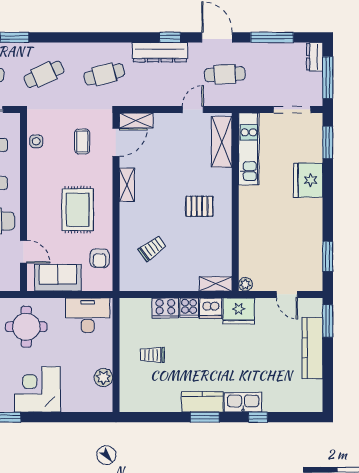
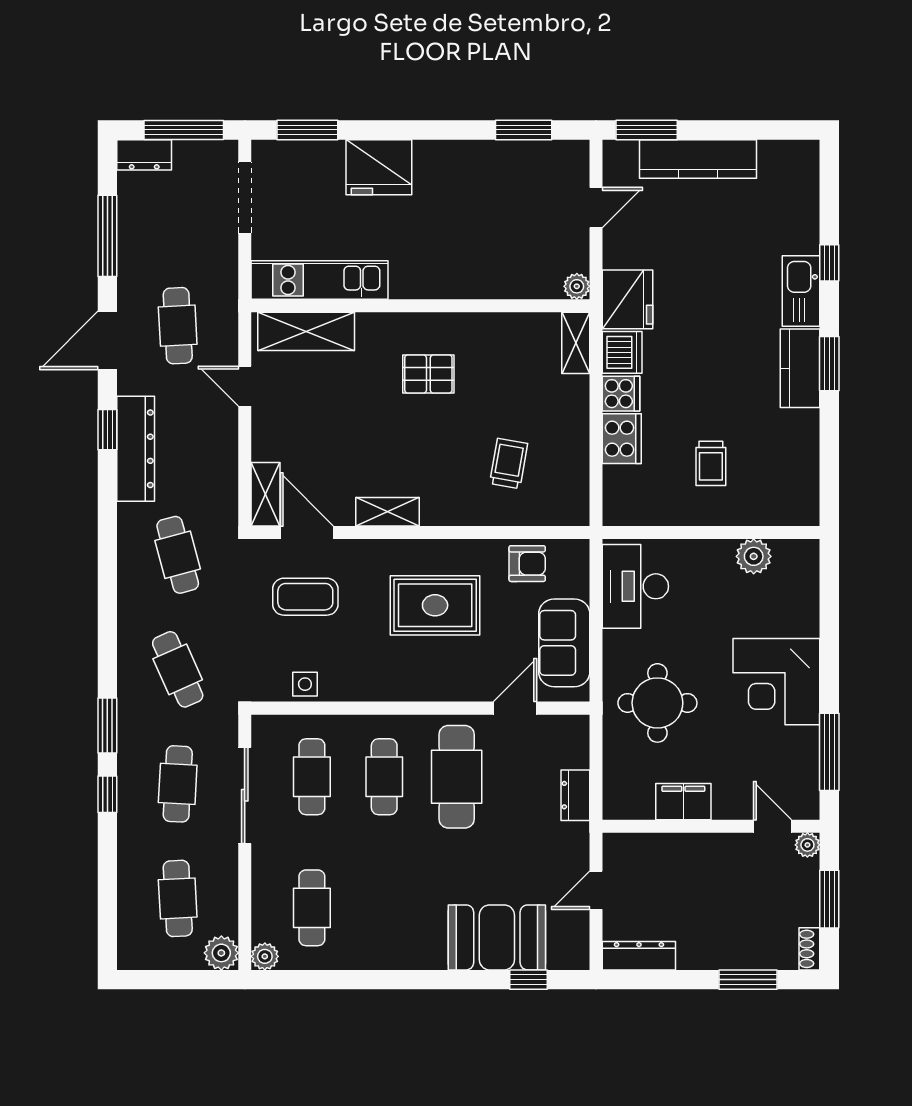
coffee table: (82, 141) -> (305, 597), width x1.36, depth x1.30
pallet: (199, 206) -> (428, 374), turned 90
trolley: (152, 248) -> (509, 463), turned 46

